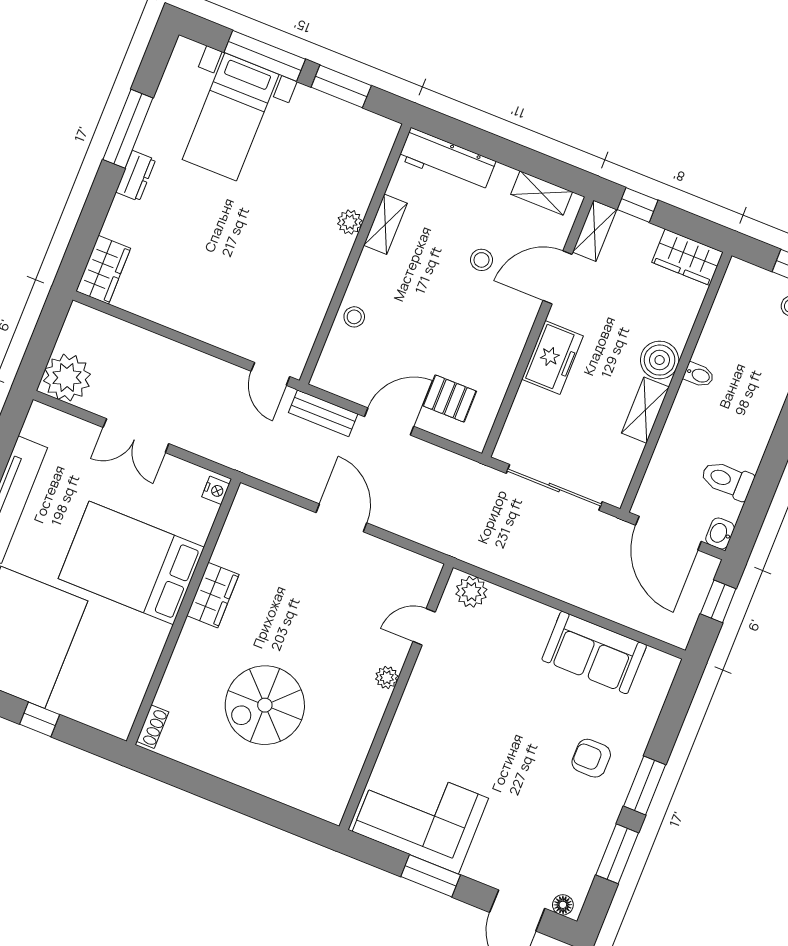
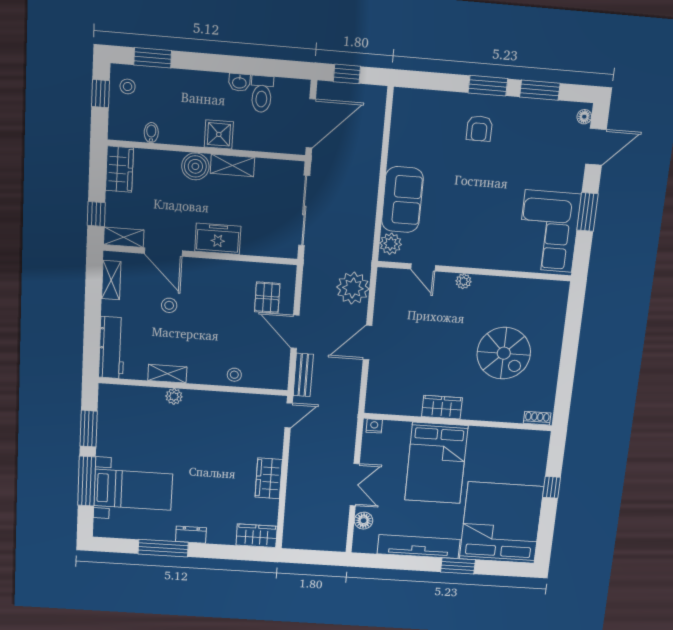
wardrobe: (185, 315) -> (269, 478), added
bidet: (699, 375) -> (151, 133), moved
plant: (67, 378) -> (353, 288), moved
shower: (692, 406) -> (219, 134), added
floor lamp: (76, 432) -> (364, 521), added
washbasin: (720, 533) -> (239, 82), moved
sofa: (594, 653) -> (402, 200), moved

